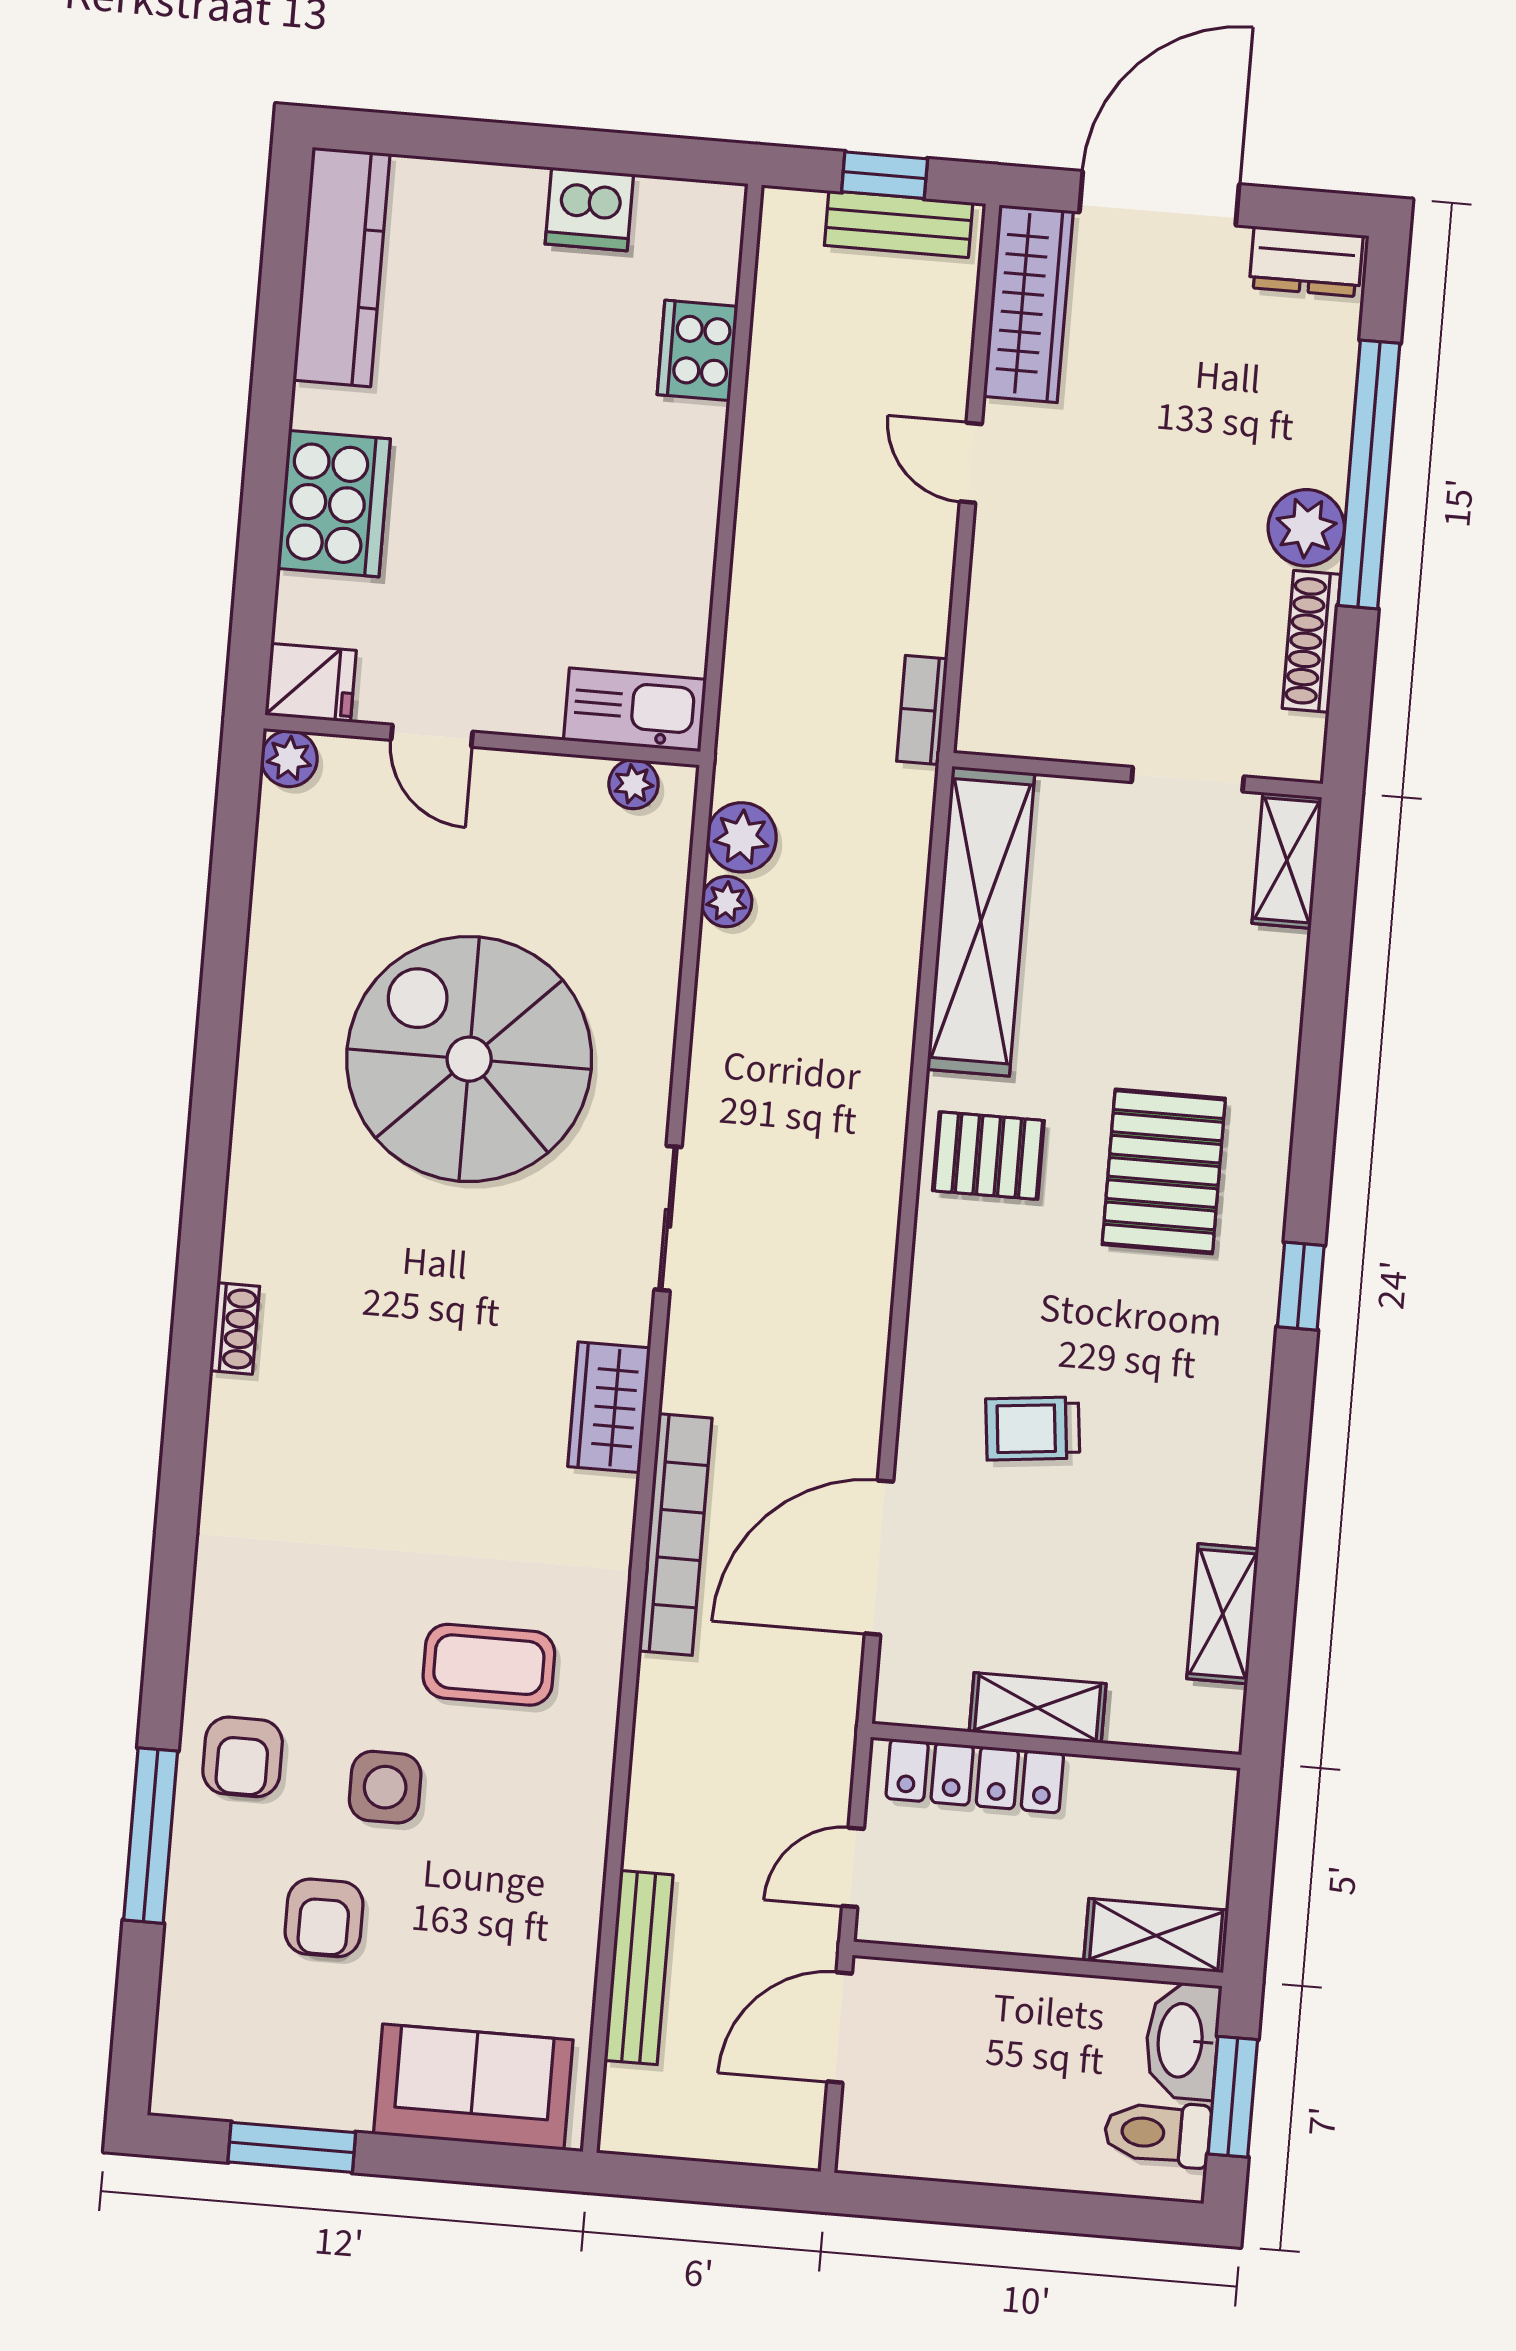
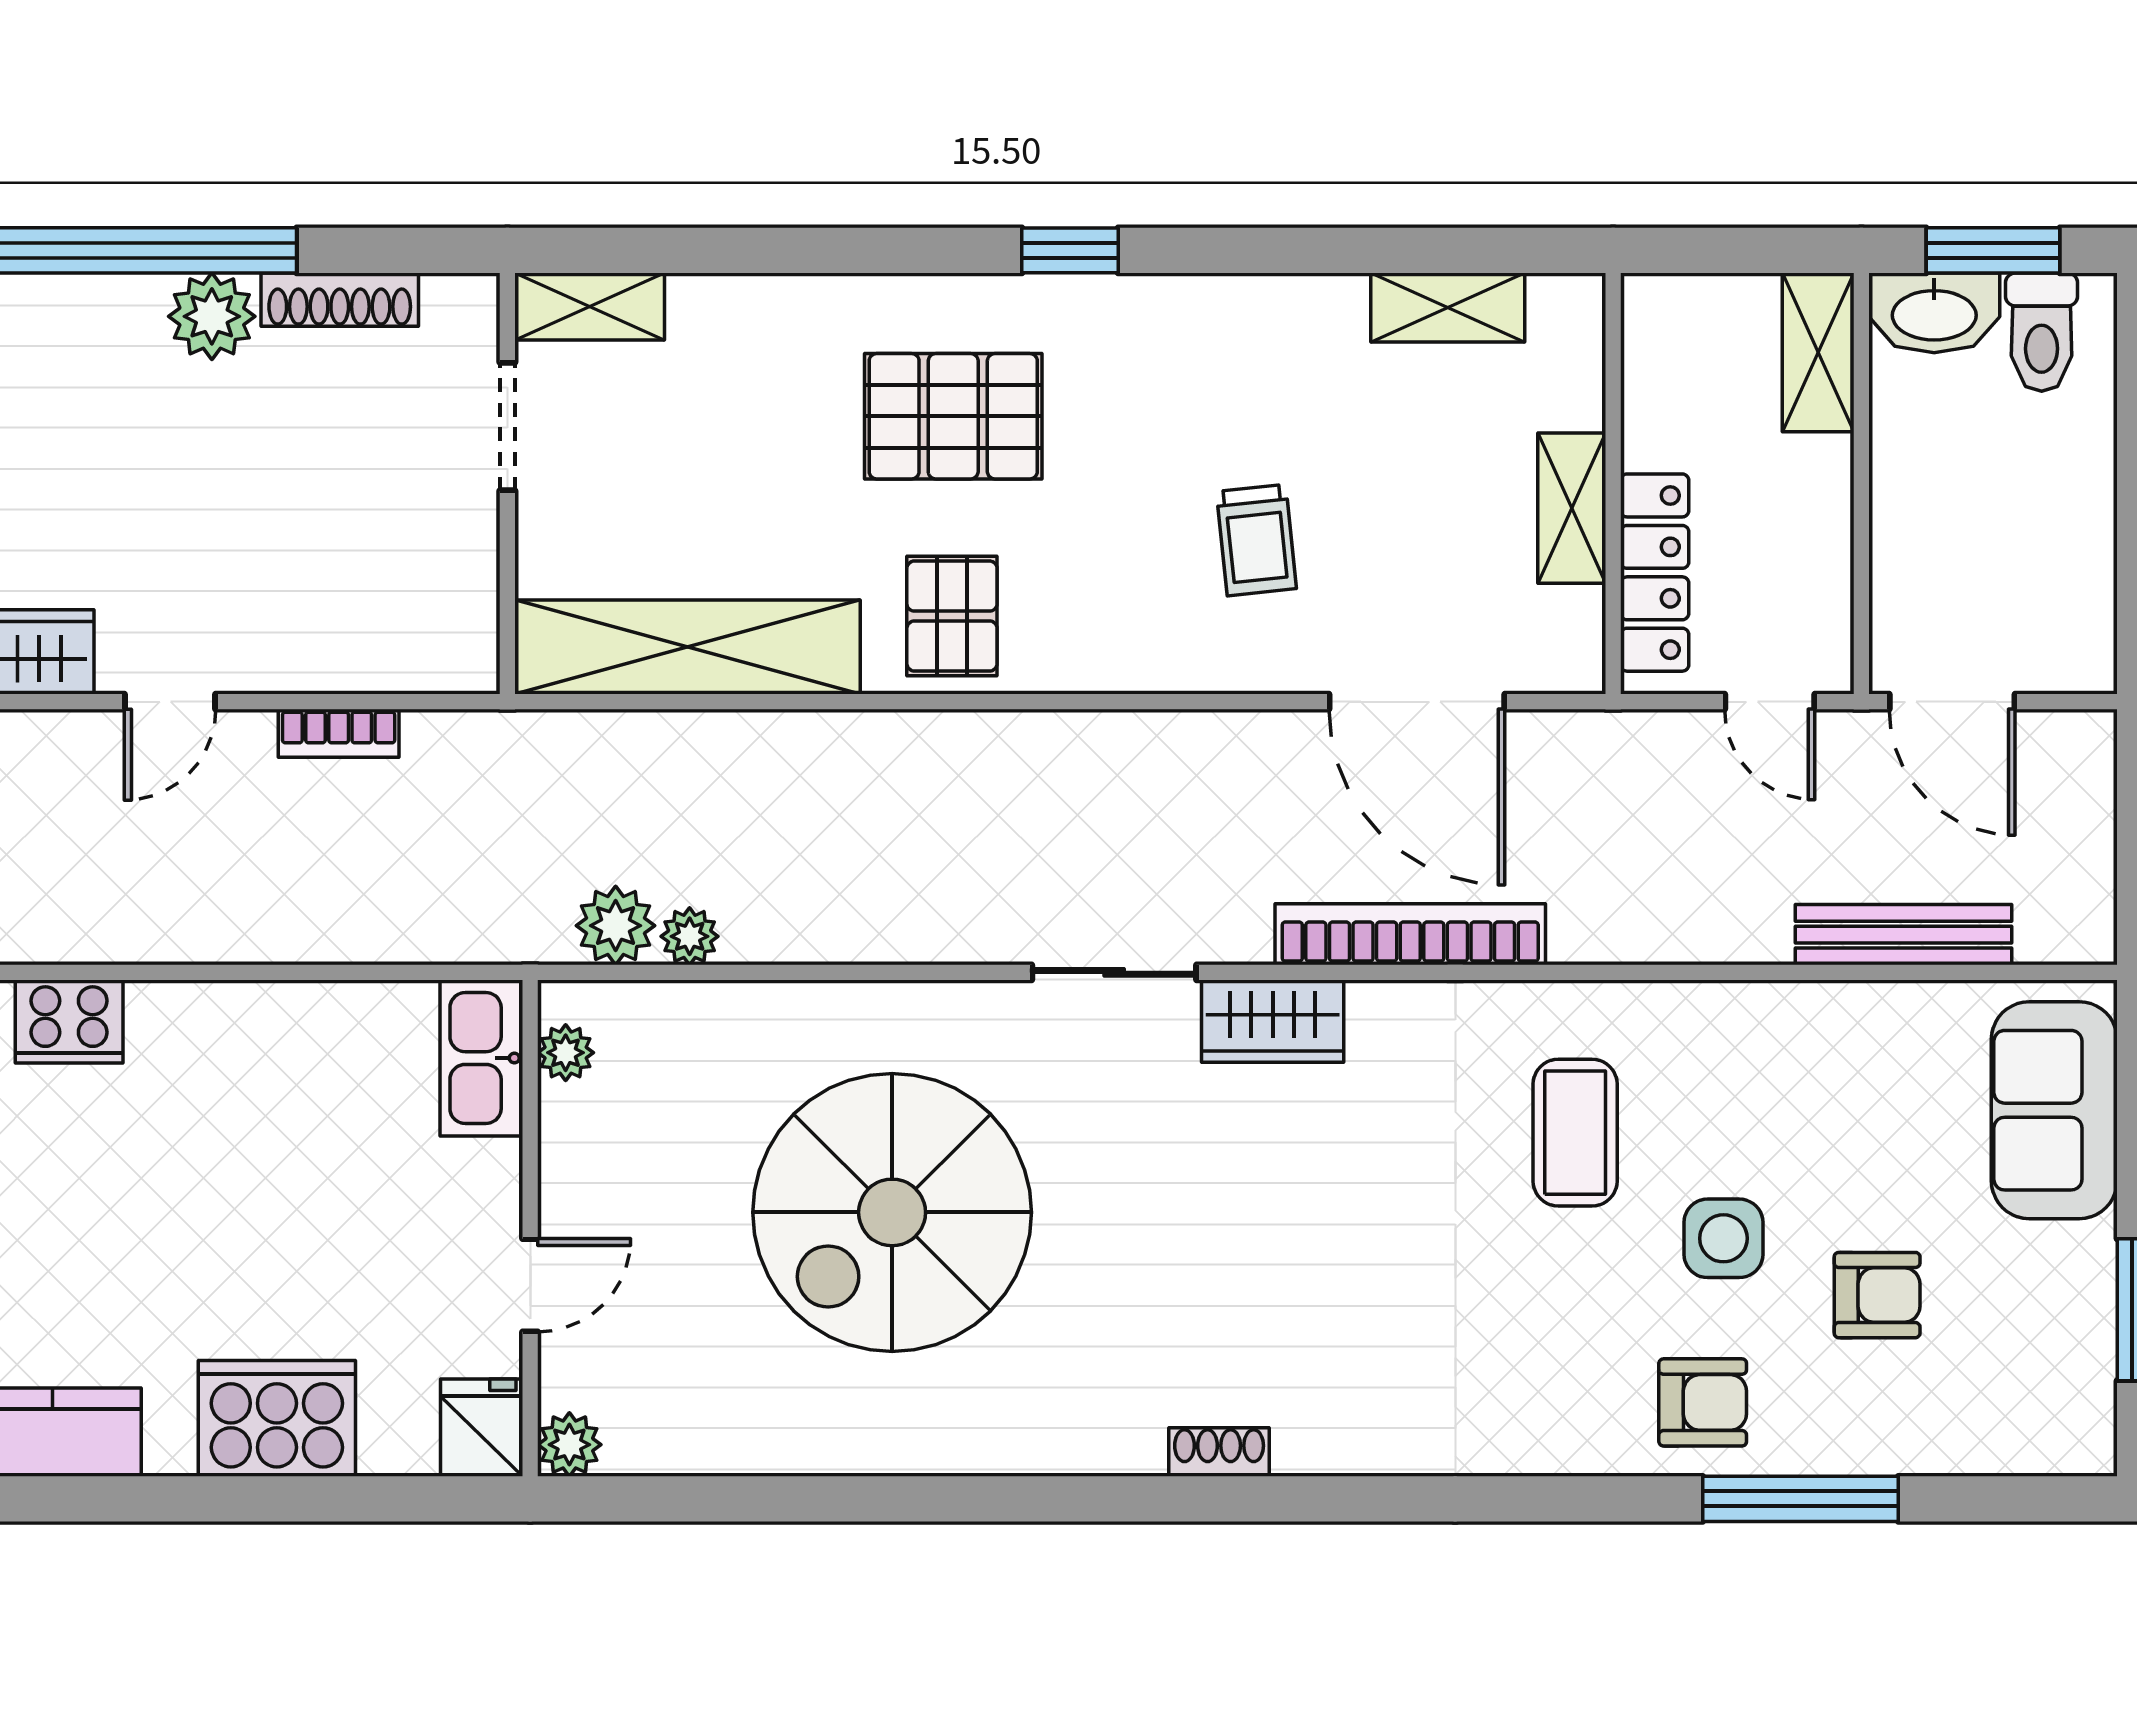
bookcase: (922, 710) -> (339, 733), moved
sliding door: (668, 1218) -> (1114, 972), moved

